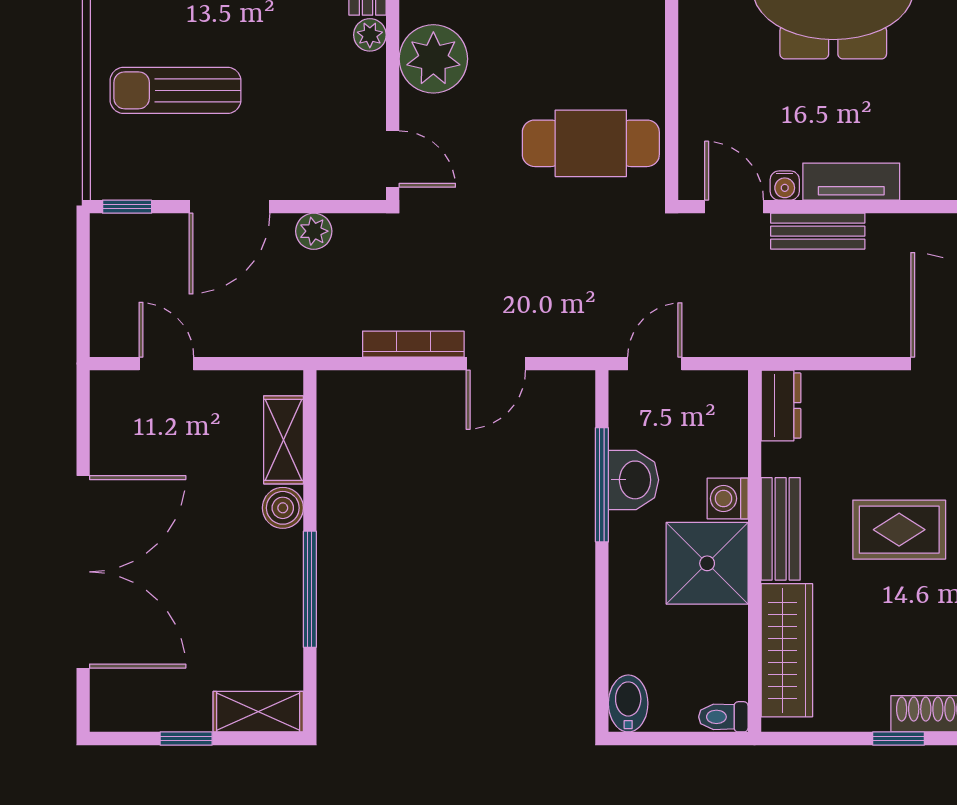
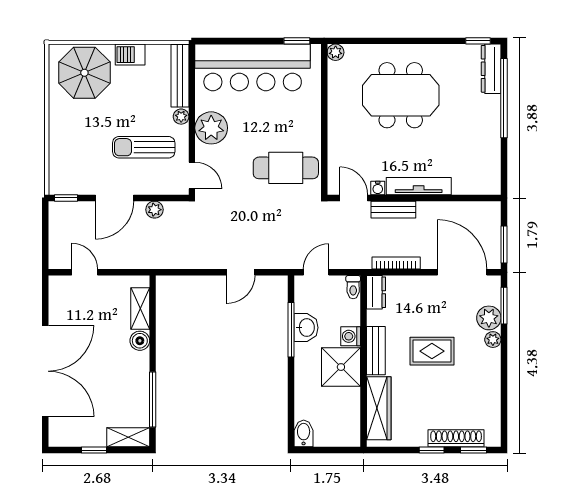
sun lounger: (175, 90) -> (144, 147), moved
tv unit: (851, 182) -> (419, 186), width x1.41
bookcase: (413, 344) -> (396, 263), moved
window: (310, 589) -> (153, 400), moved
toilet: (723, 717) -> (353, 287), moved, turned -90

